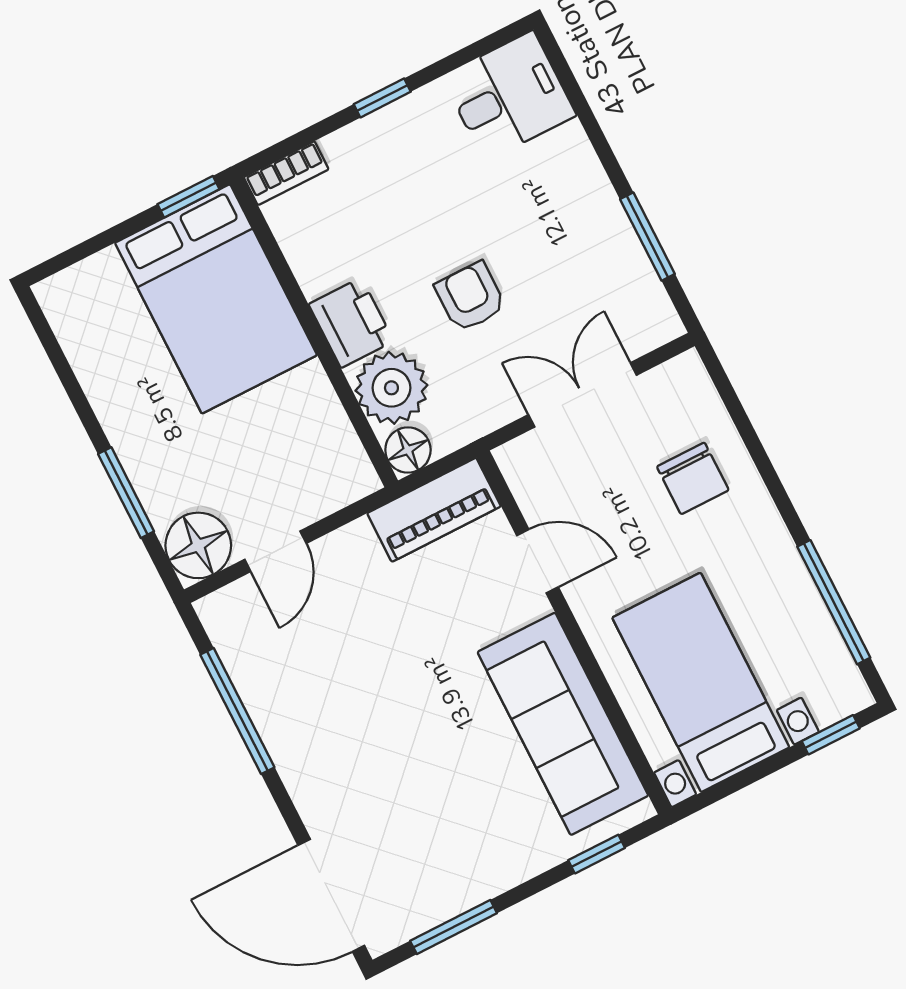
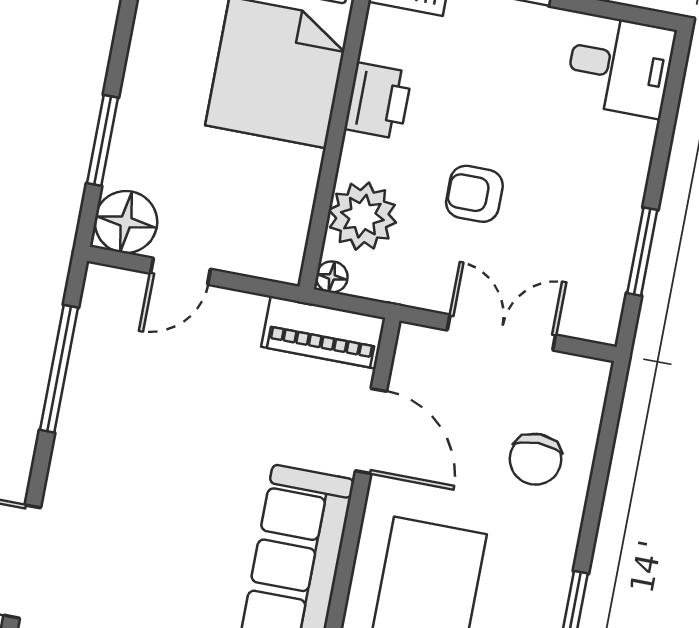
armchair: (470, 297) -> (474, 194), turned -90
printer: (351, 323) -> (378, 101), moved
floor lamp: (408, 450) -> (332, 277), width x0.73, depth x0.73
door: (538, 561) -> (371, 431), width x1.38

